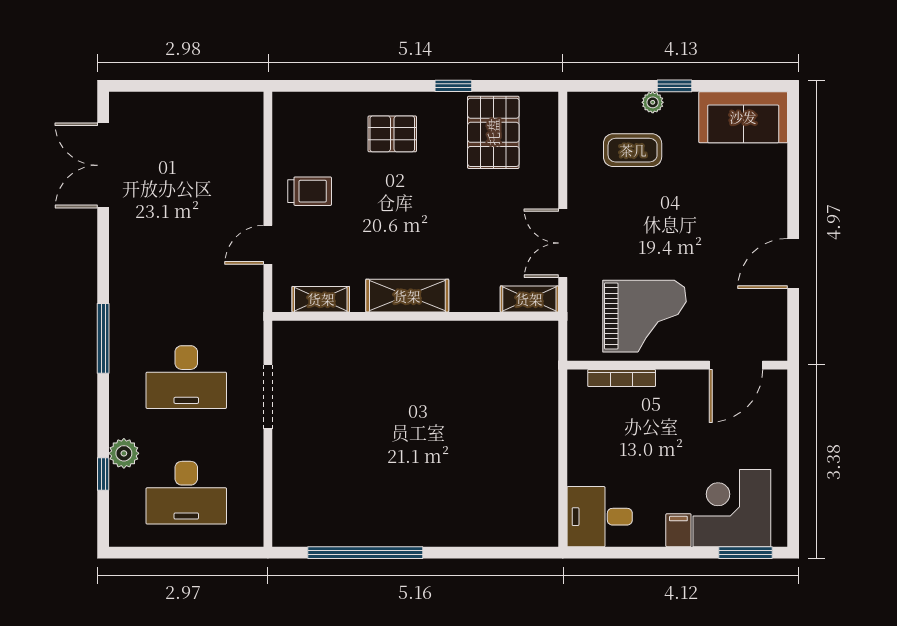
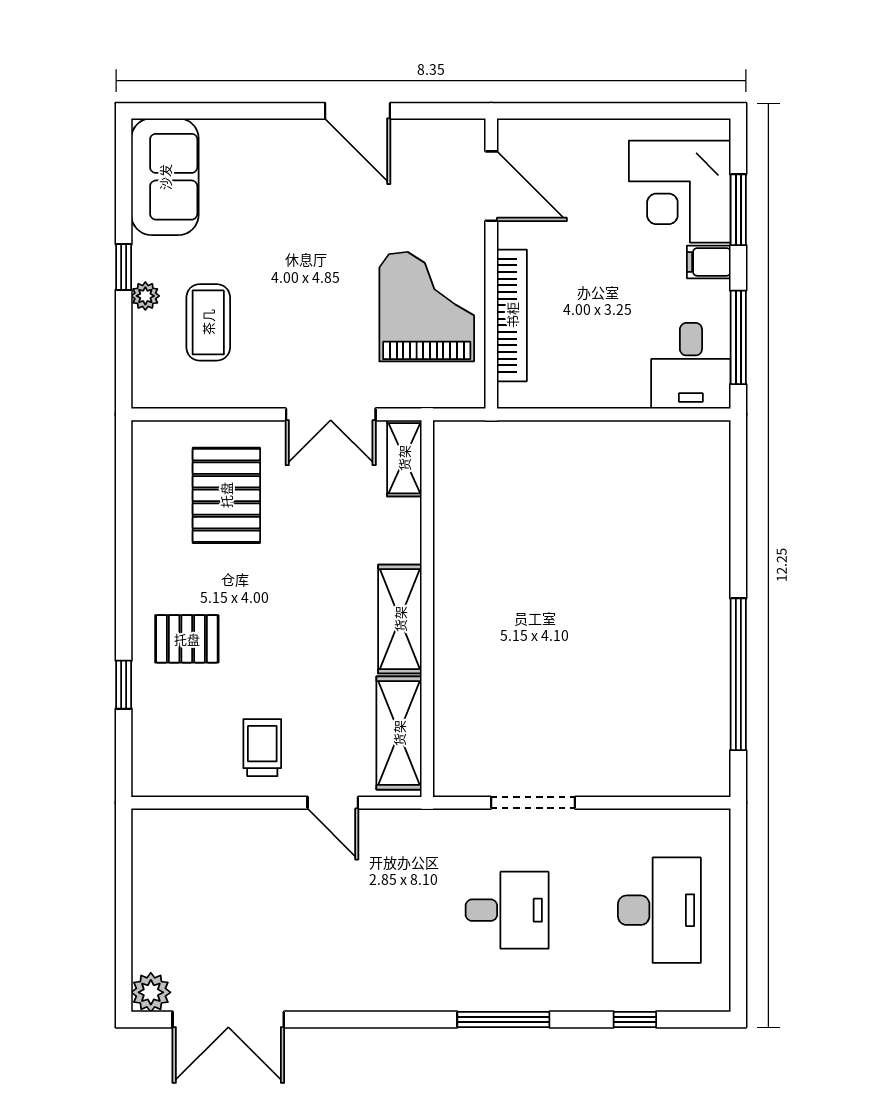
window: (453, 86) -> (124, 685), moved
pallet: (493, 132) -> (226, 495), moved, turned 90
pallet: (392, 134) -> (187, 639), turned 90
shelving: (321, 299) -> (399, 733), width x1.50, depth x1.33
window: (103, 338) -> (503, 1020), moved
desk: (186, 377) -> (507, 910), width x0.73
bookcase: (622, 378) -> (512, 315), width x1.48, depth x1.31
plant: (124, 453) -> (151, 992), moved
window: (621, 553) -> (738, 337), added
window: (746, 553) -> (738, 210), moved

